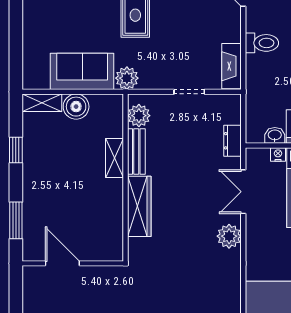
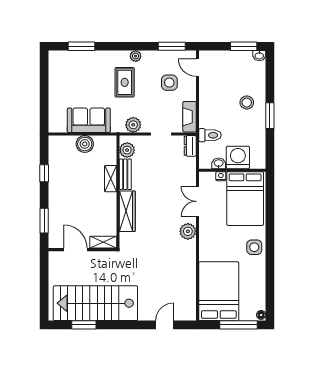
side table: (202, 16) -> (169, 83), added
toilet: (262, 43) -> (210, 135), moved
plant: (127, 78) -> (133, 125), moved
shelving: (42, 103) -> (103, 242), moved
dresser: (232, 141) -> (190, 146), moved

